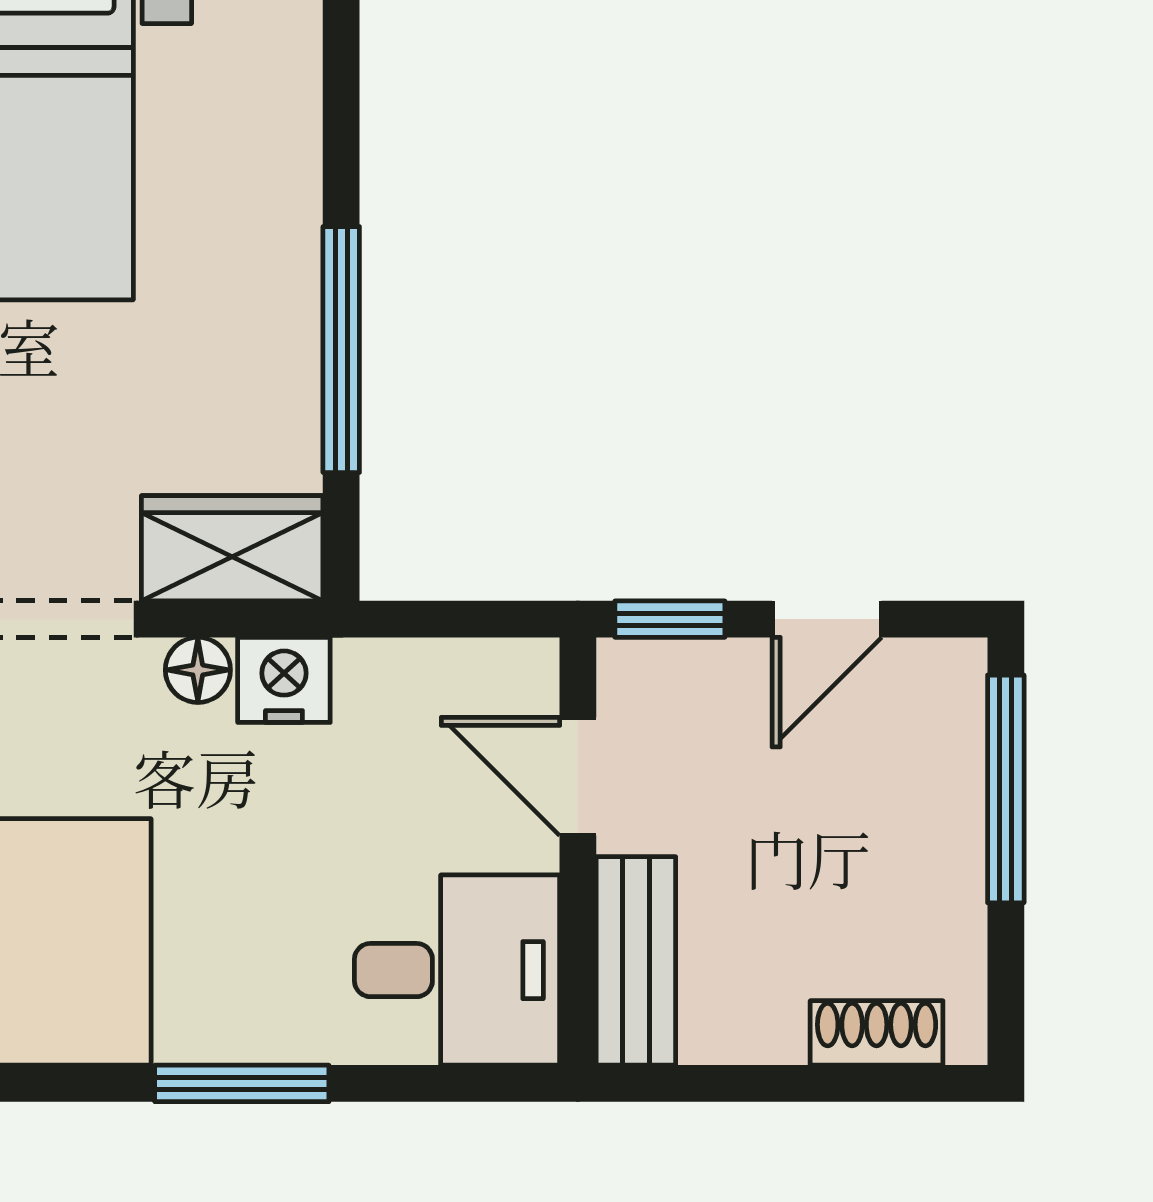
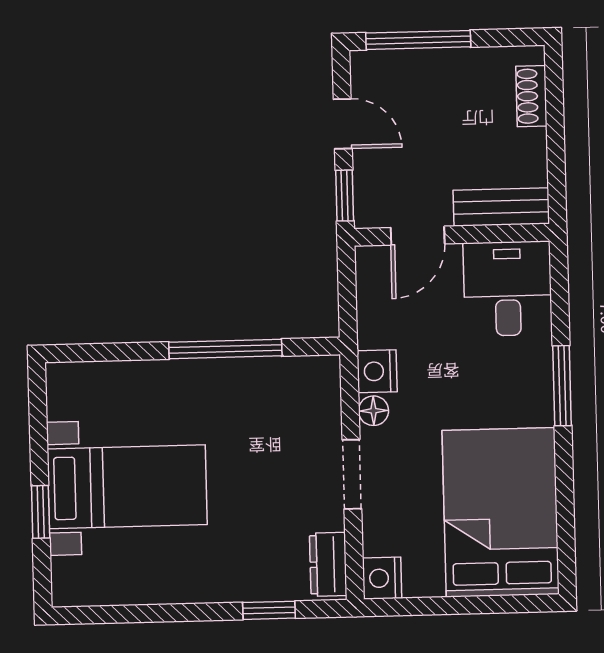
wardrobe: (232, 548) -> (317, 396), removed

